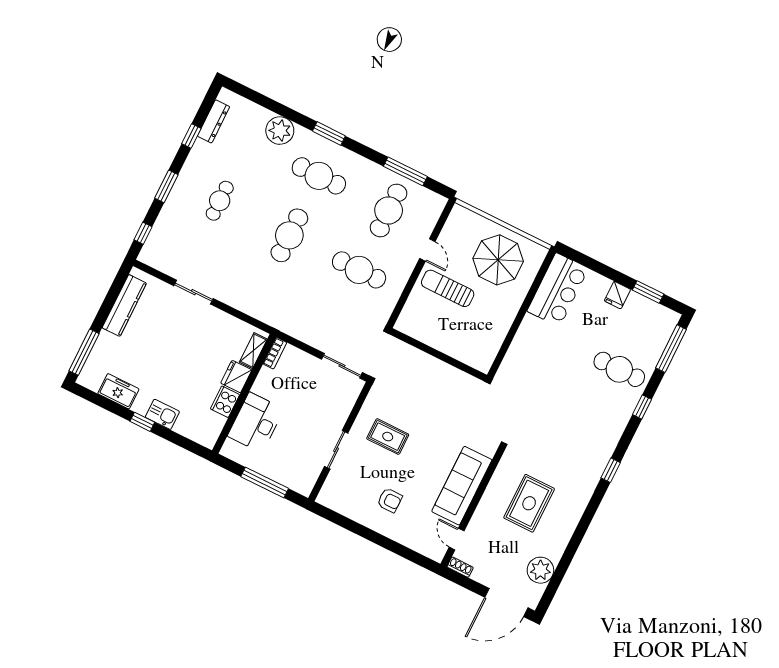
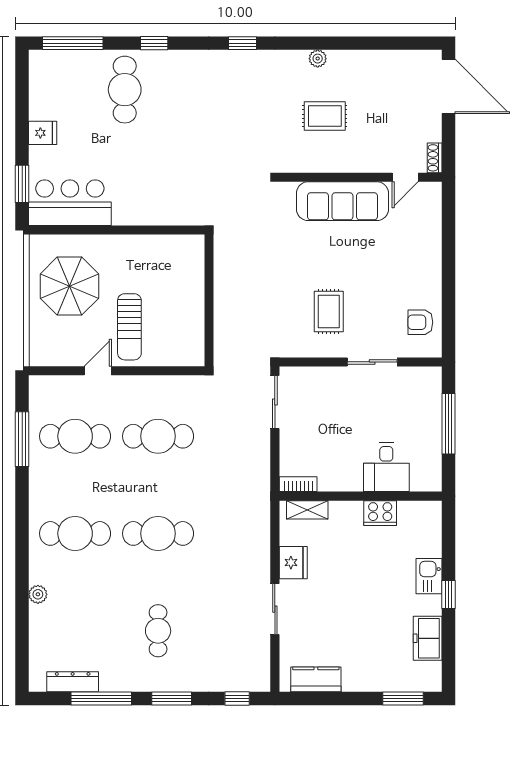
plant: (280, 131) -> (38, 594), width x0.53, depth x0.53
window: (329, 133) -> (22, 546), removed
window: (191, 136) -> (101, 698), width x2.17
cafe table: (319, 176) -> (75, 533), turned 90
cafe table: (220, 201) -> (158, 631), turned 90
cafe table: (359, 270) -> (158, 436), turned 90
window: (648, 292) -> (22, 184), moved
kitchen counter: (124, 305) -> (316, 679), width x0.67
window: (84, 352) -> (403, 698), width x0.69
fridge: (236, 377) -> (293, 563), moved, turned -90
desk: (256, 423) -> (386, 467), width x0.73
armchair: (390, 500) -> (420, 322), moved, turned -90
rug: (529, 503) -> (325, 116), width x0.73, depth x0.70
plant: (540, 570) -> (318, 59), moved, width x0.53, depth x0.53

